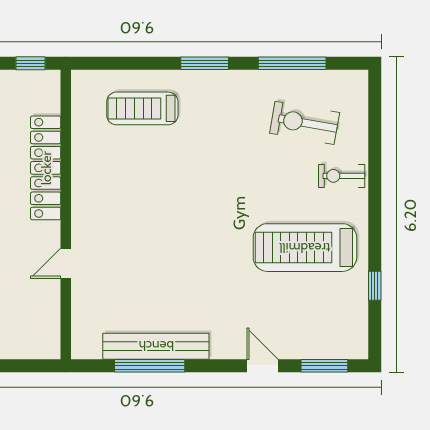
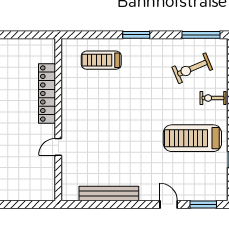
window: (30, 63) -> (39, 35), removed
window: (292, 63) -> (201, 35), moved
exercise bike: (305, 123) -> (192, 68), turned -33
window: (150, 366) -> (105, 204), removed

